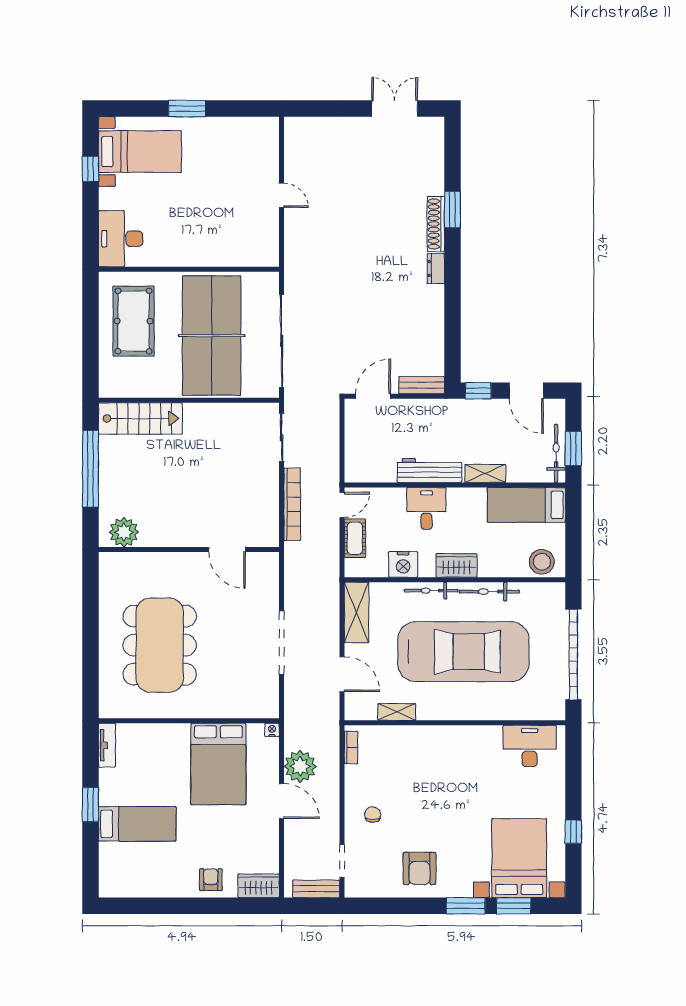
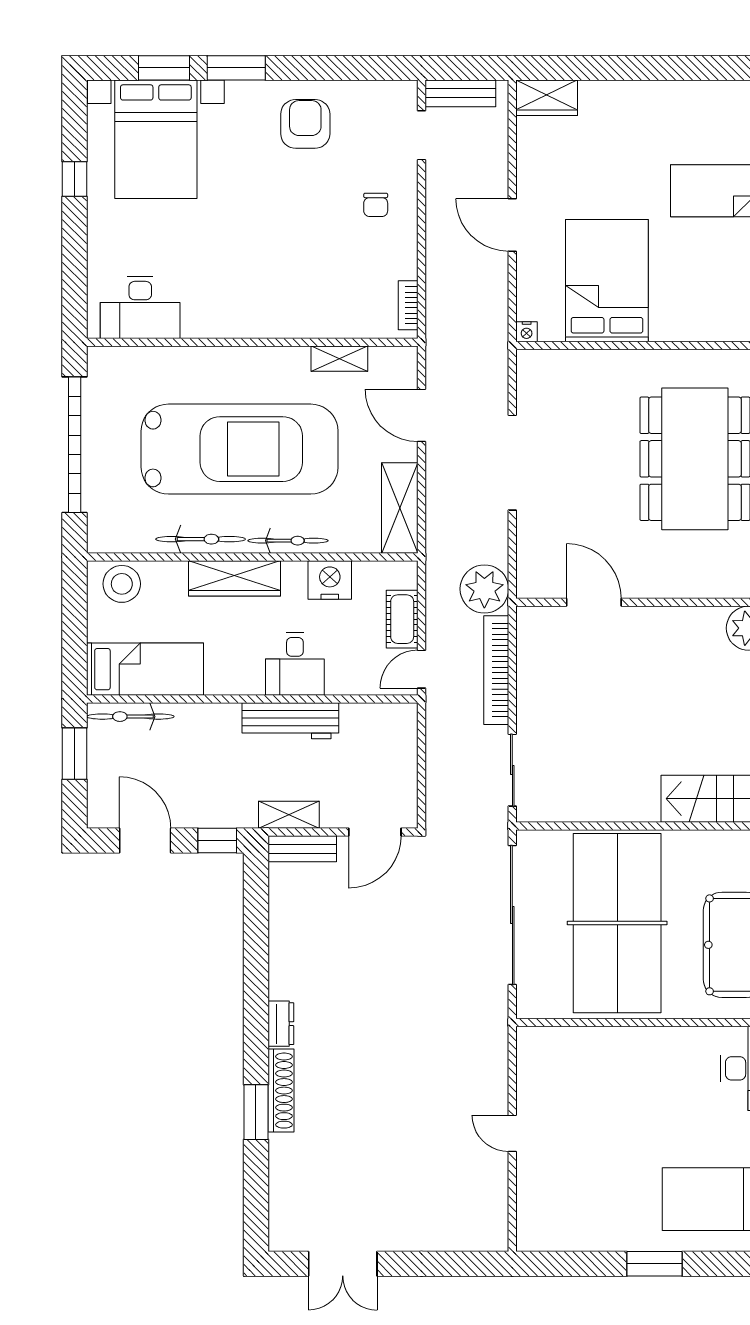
bicycle: (556, 453) -> (130, 717), moved, turned 90
shelving: (485, 473) -> (289, 815), moved
wardrobe: (456, 565) -> (235, 578), width x1.50
car: (463, 652) -> (240, 449), turned 180
plant: (300, 766) -> (484, 589), moved
armchair: (211, 880) -> (618, 107), removed

